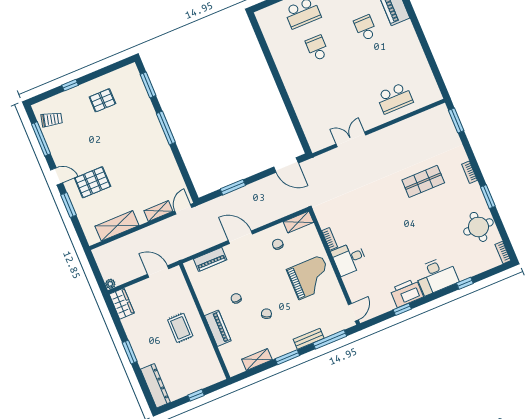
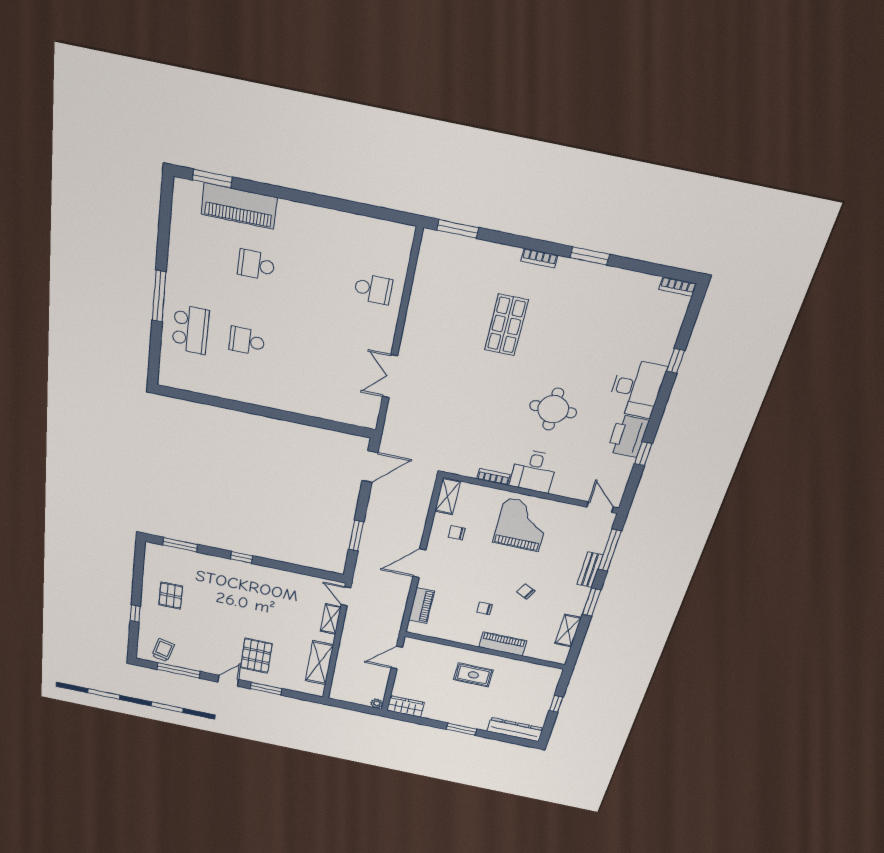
school desk: (395, 98) -> (373, 289), width x0.54
window: (166, 128) -> (241, 557), width x0.46
round table: (478, 227) -> (553, 409), moved

